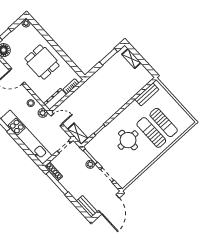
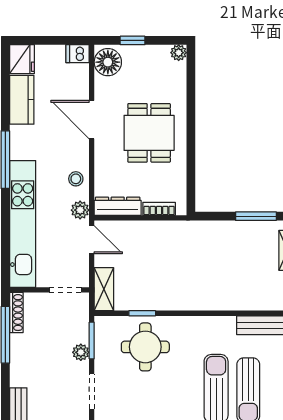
round table: (128, 140) -> (145, 347), moved

